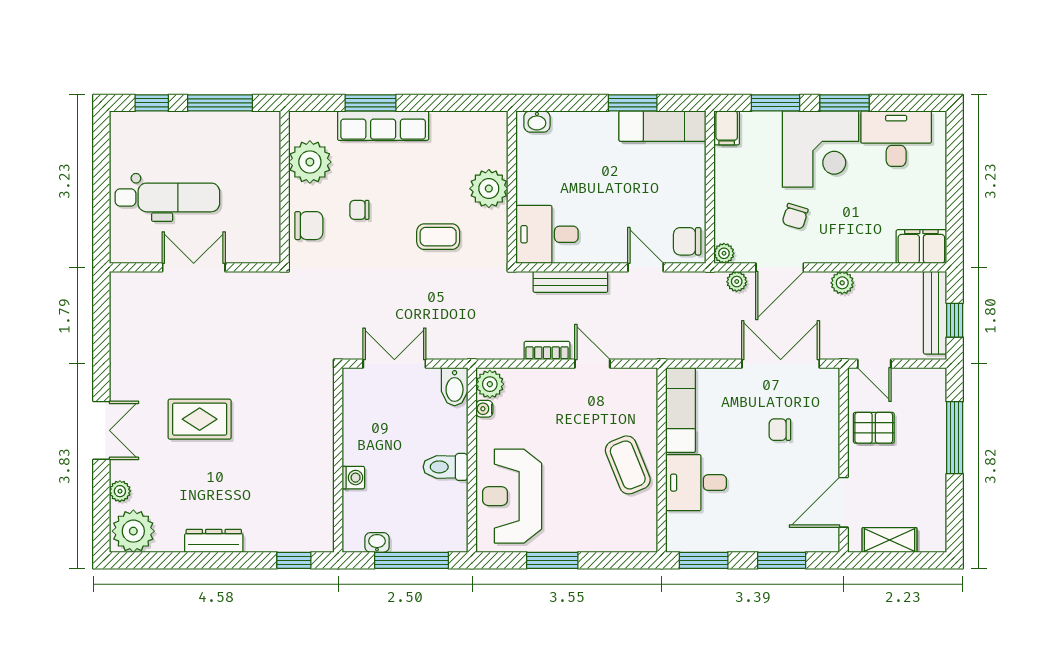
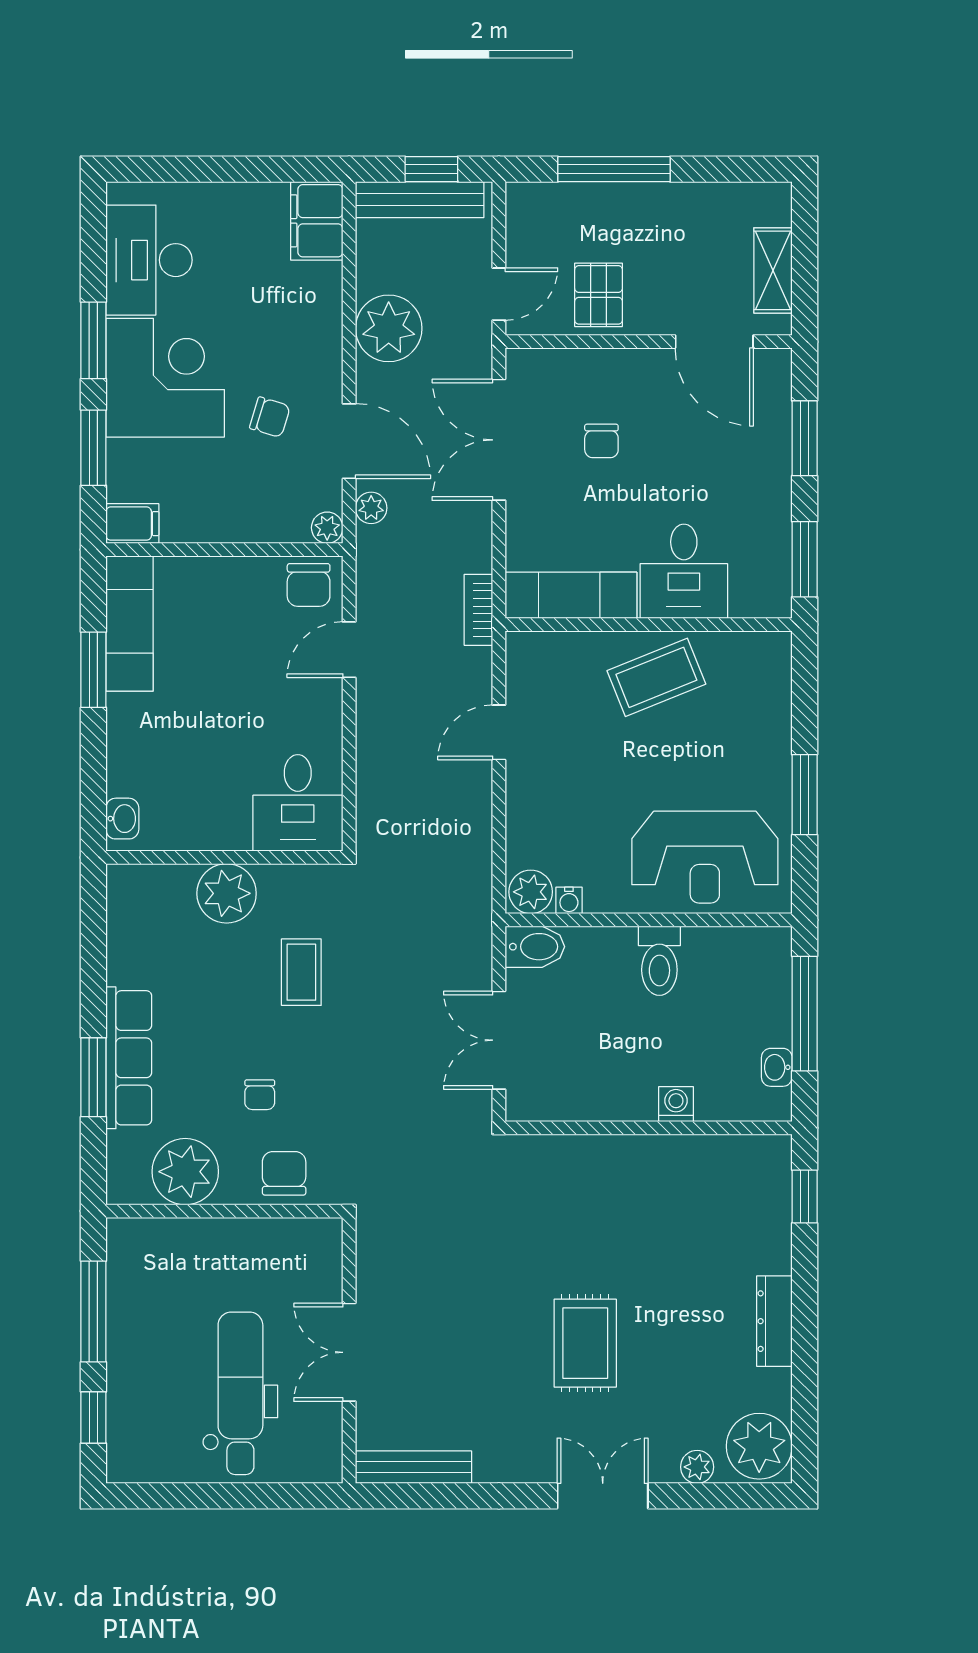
bench: (570, 282) -> (413, 1467), moved, turned 90
plant: (842, 283) -> (389, 328), width x1.87, depth x1.87
bookcase: (547, 351) -> (478, 610), moved

